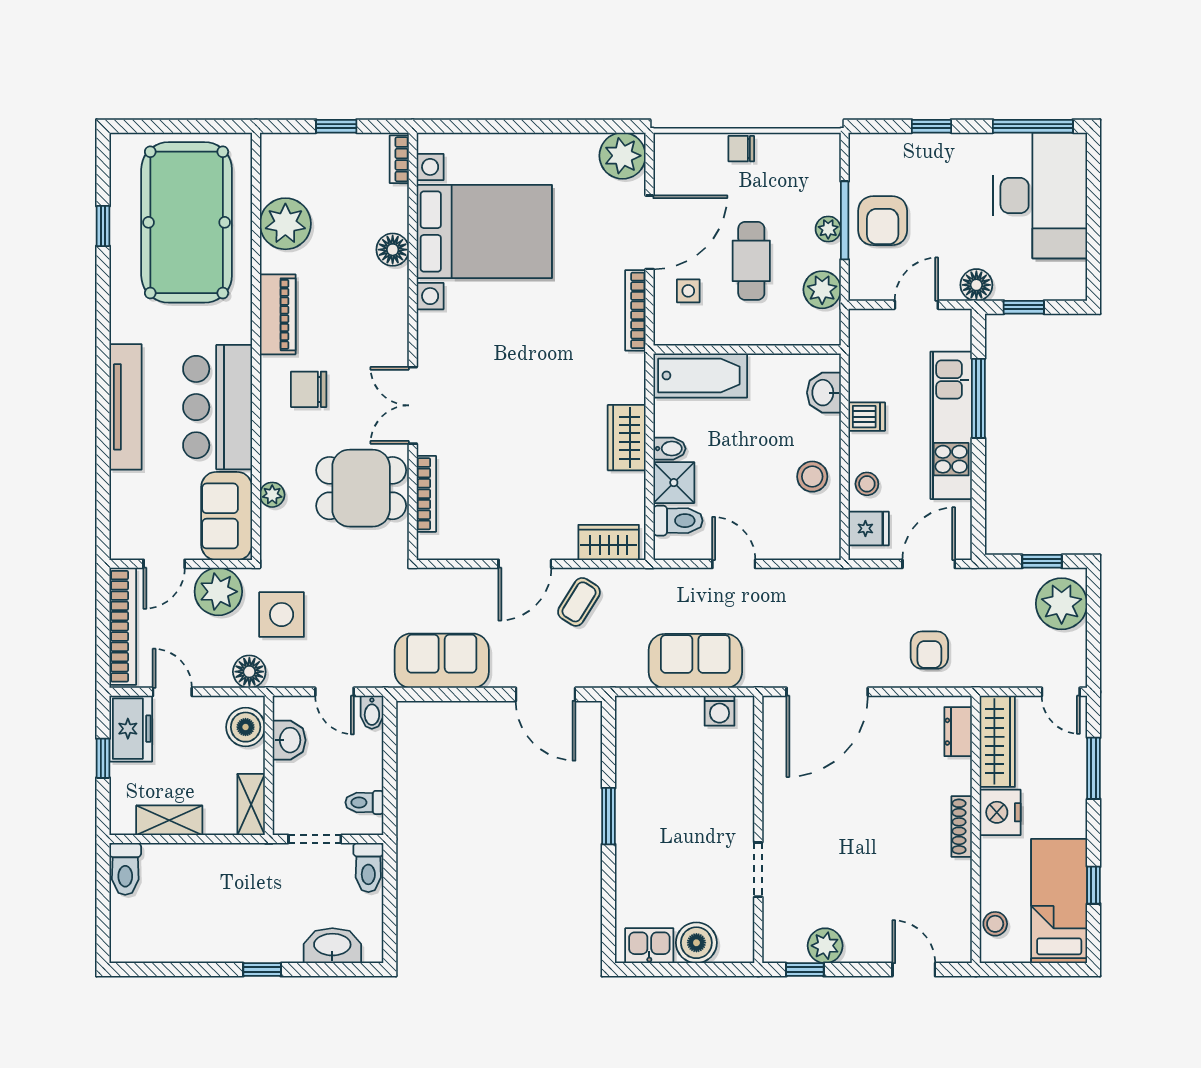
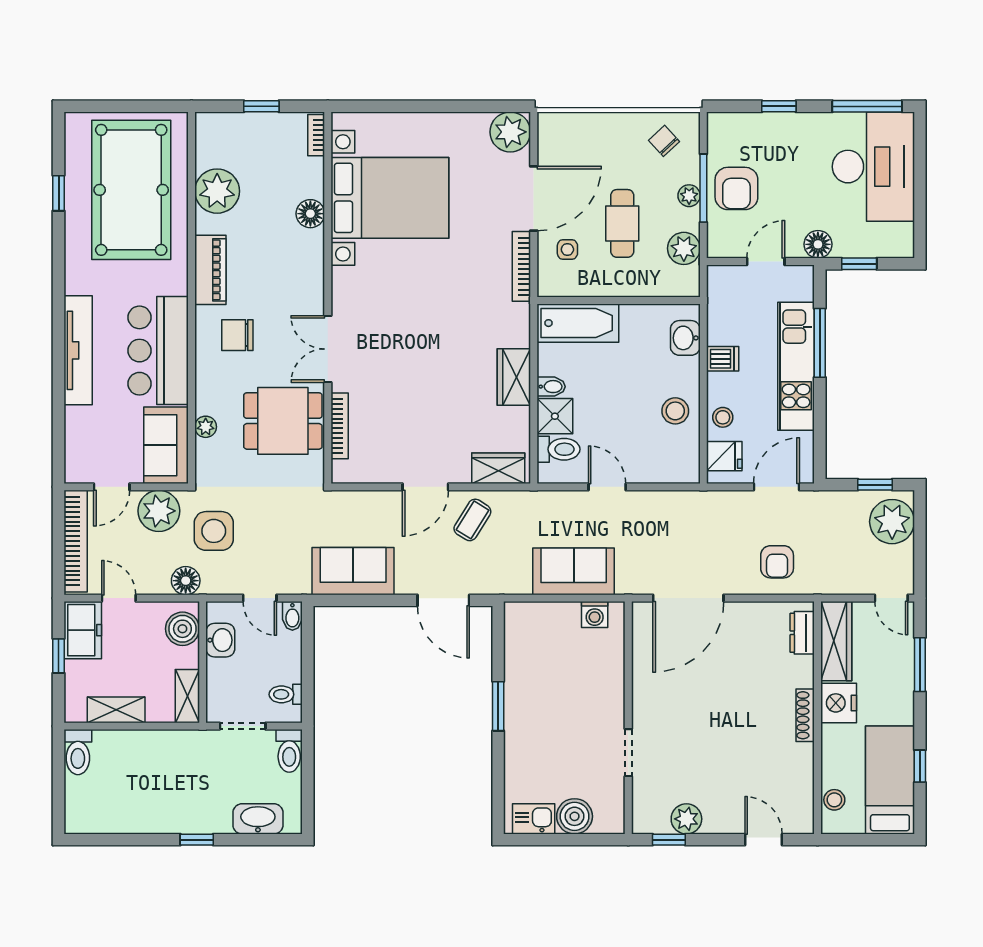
chair: (741, 149) -> (664, 141), moved, turned 47

